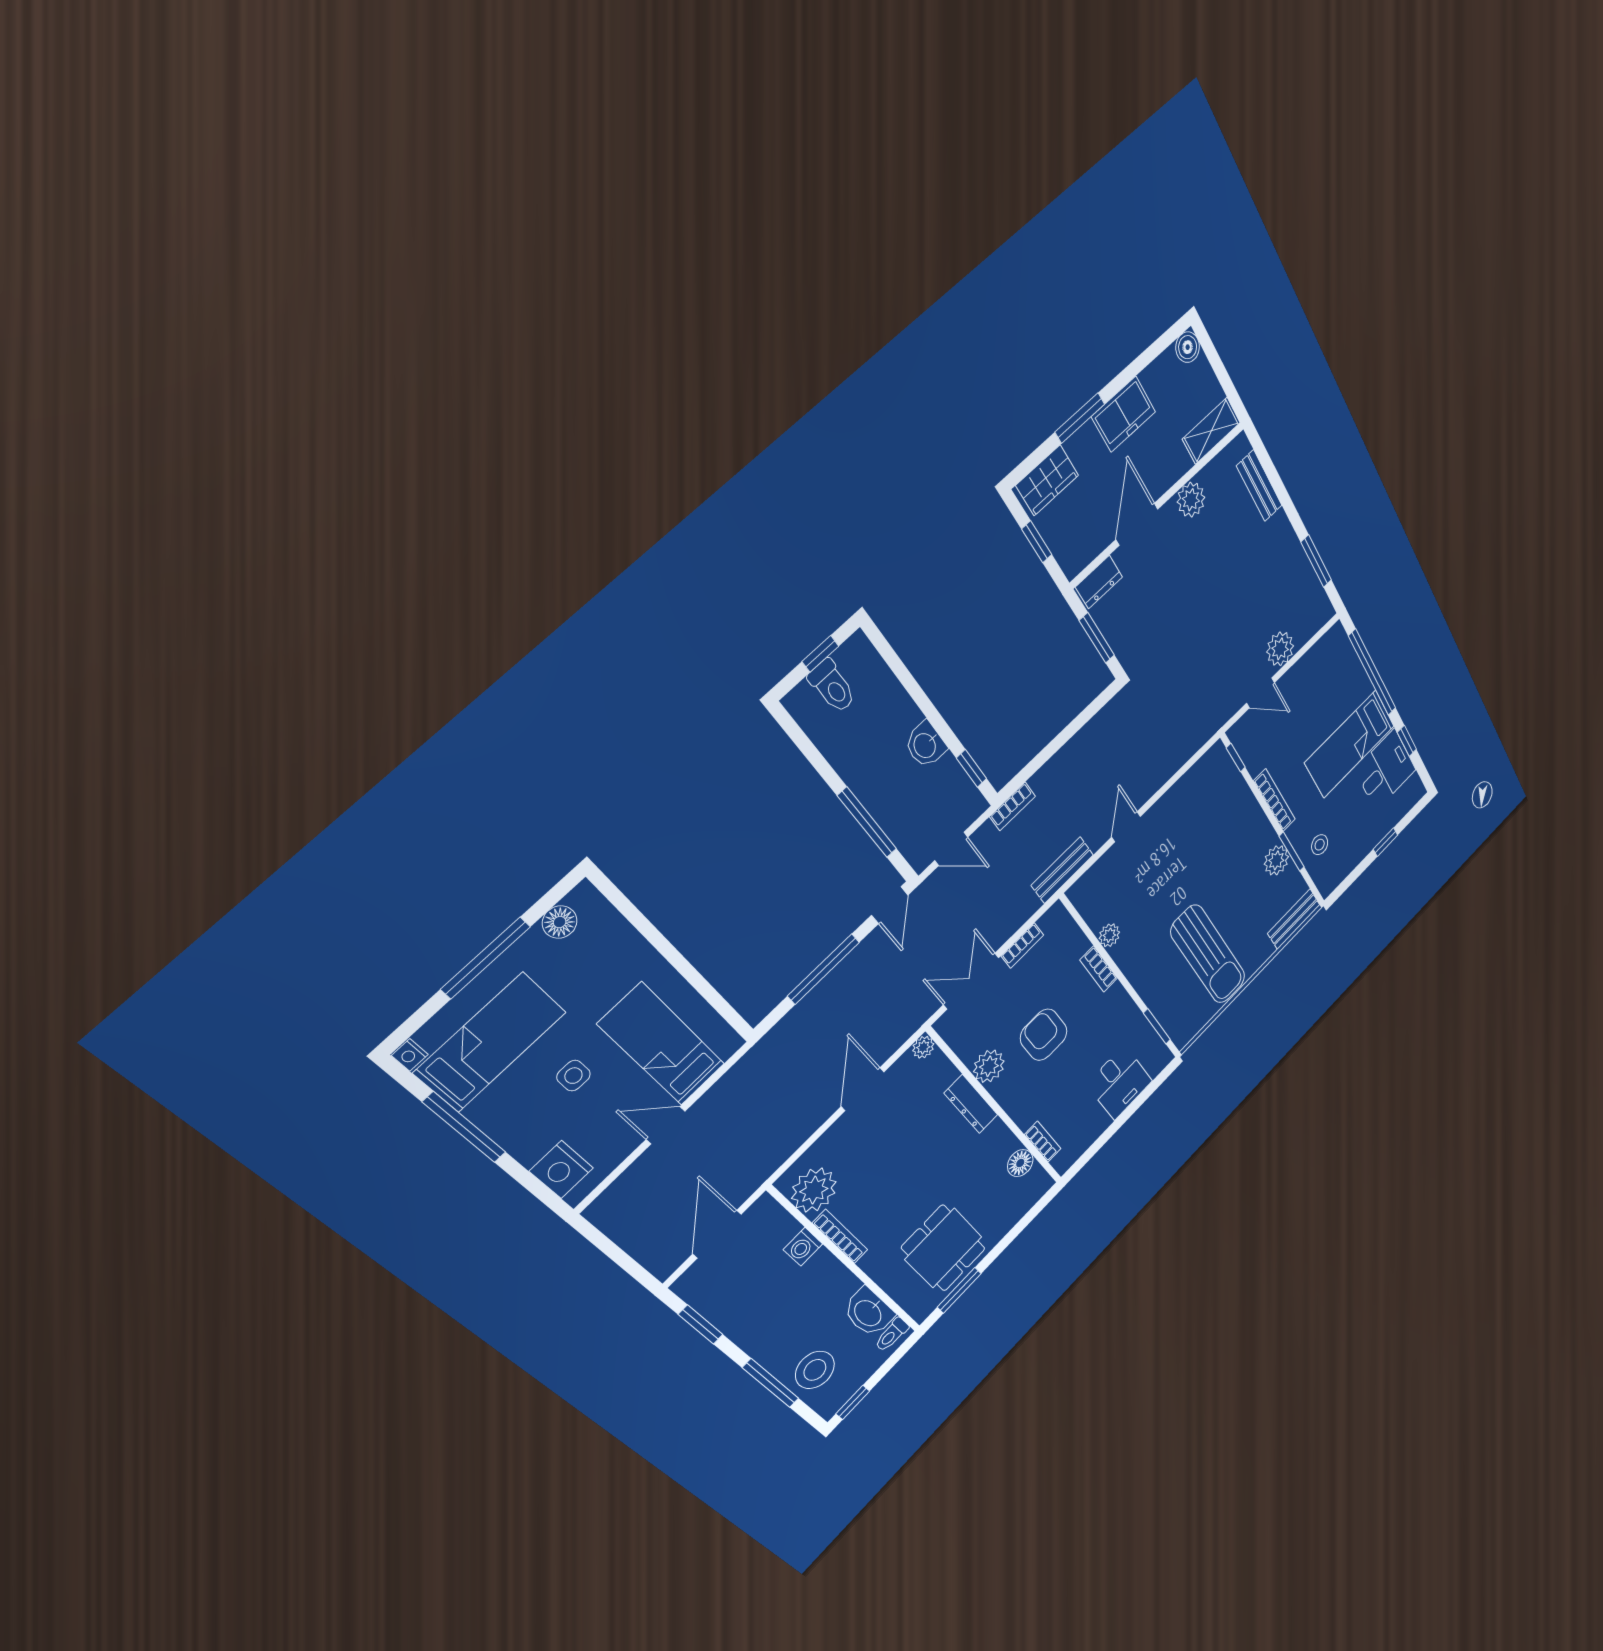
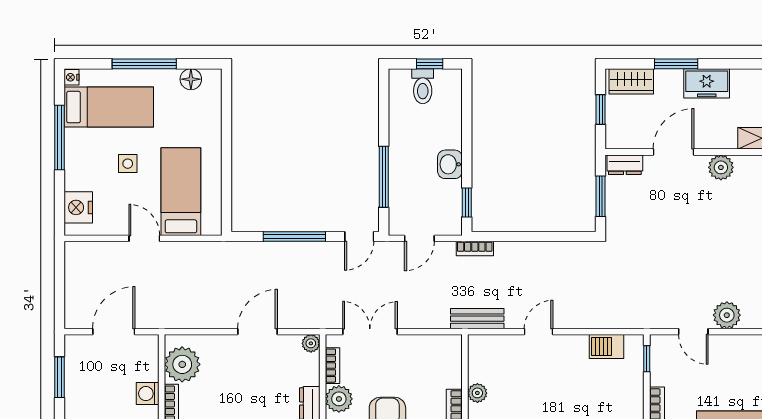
barbecue: (1195, 781) -> (607, 347), added
door: (951, 849) -> (419, 238), hinge flipped
bookcase: (1022, 945) -> (333, 366), moved, turned -90

